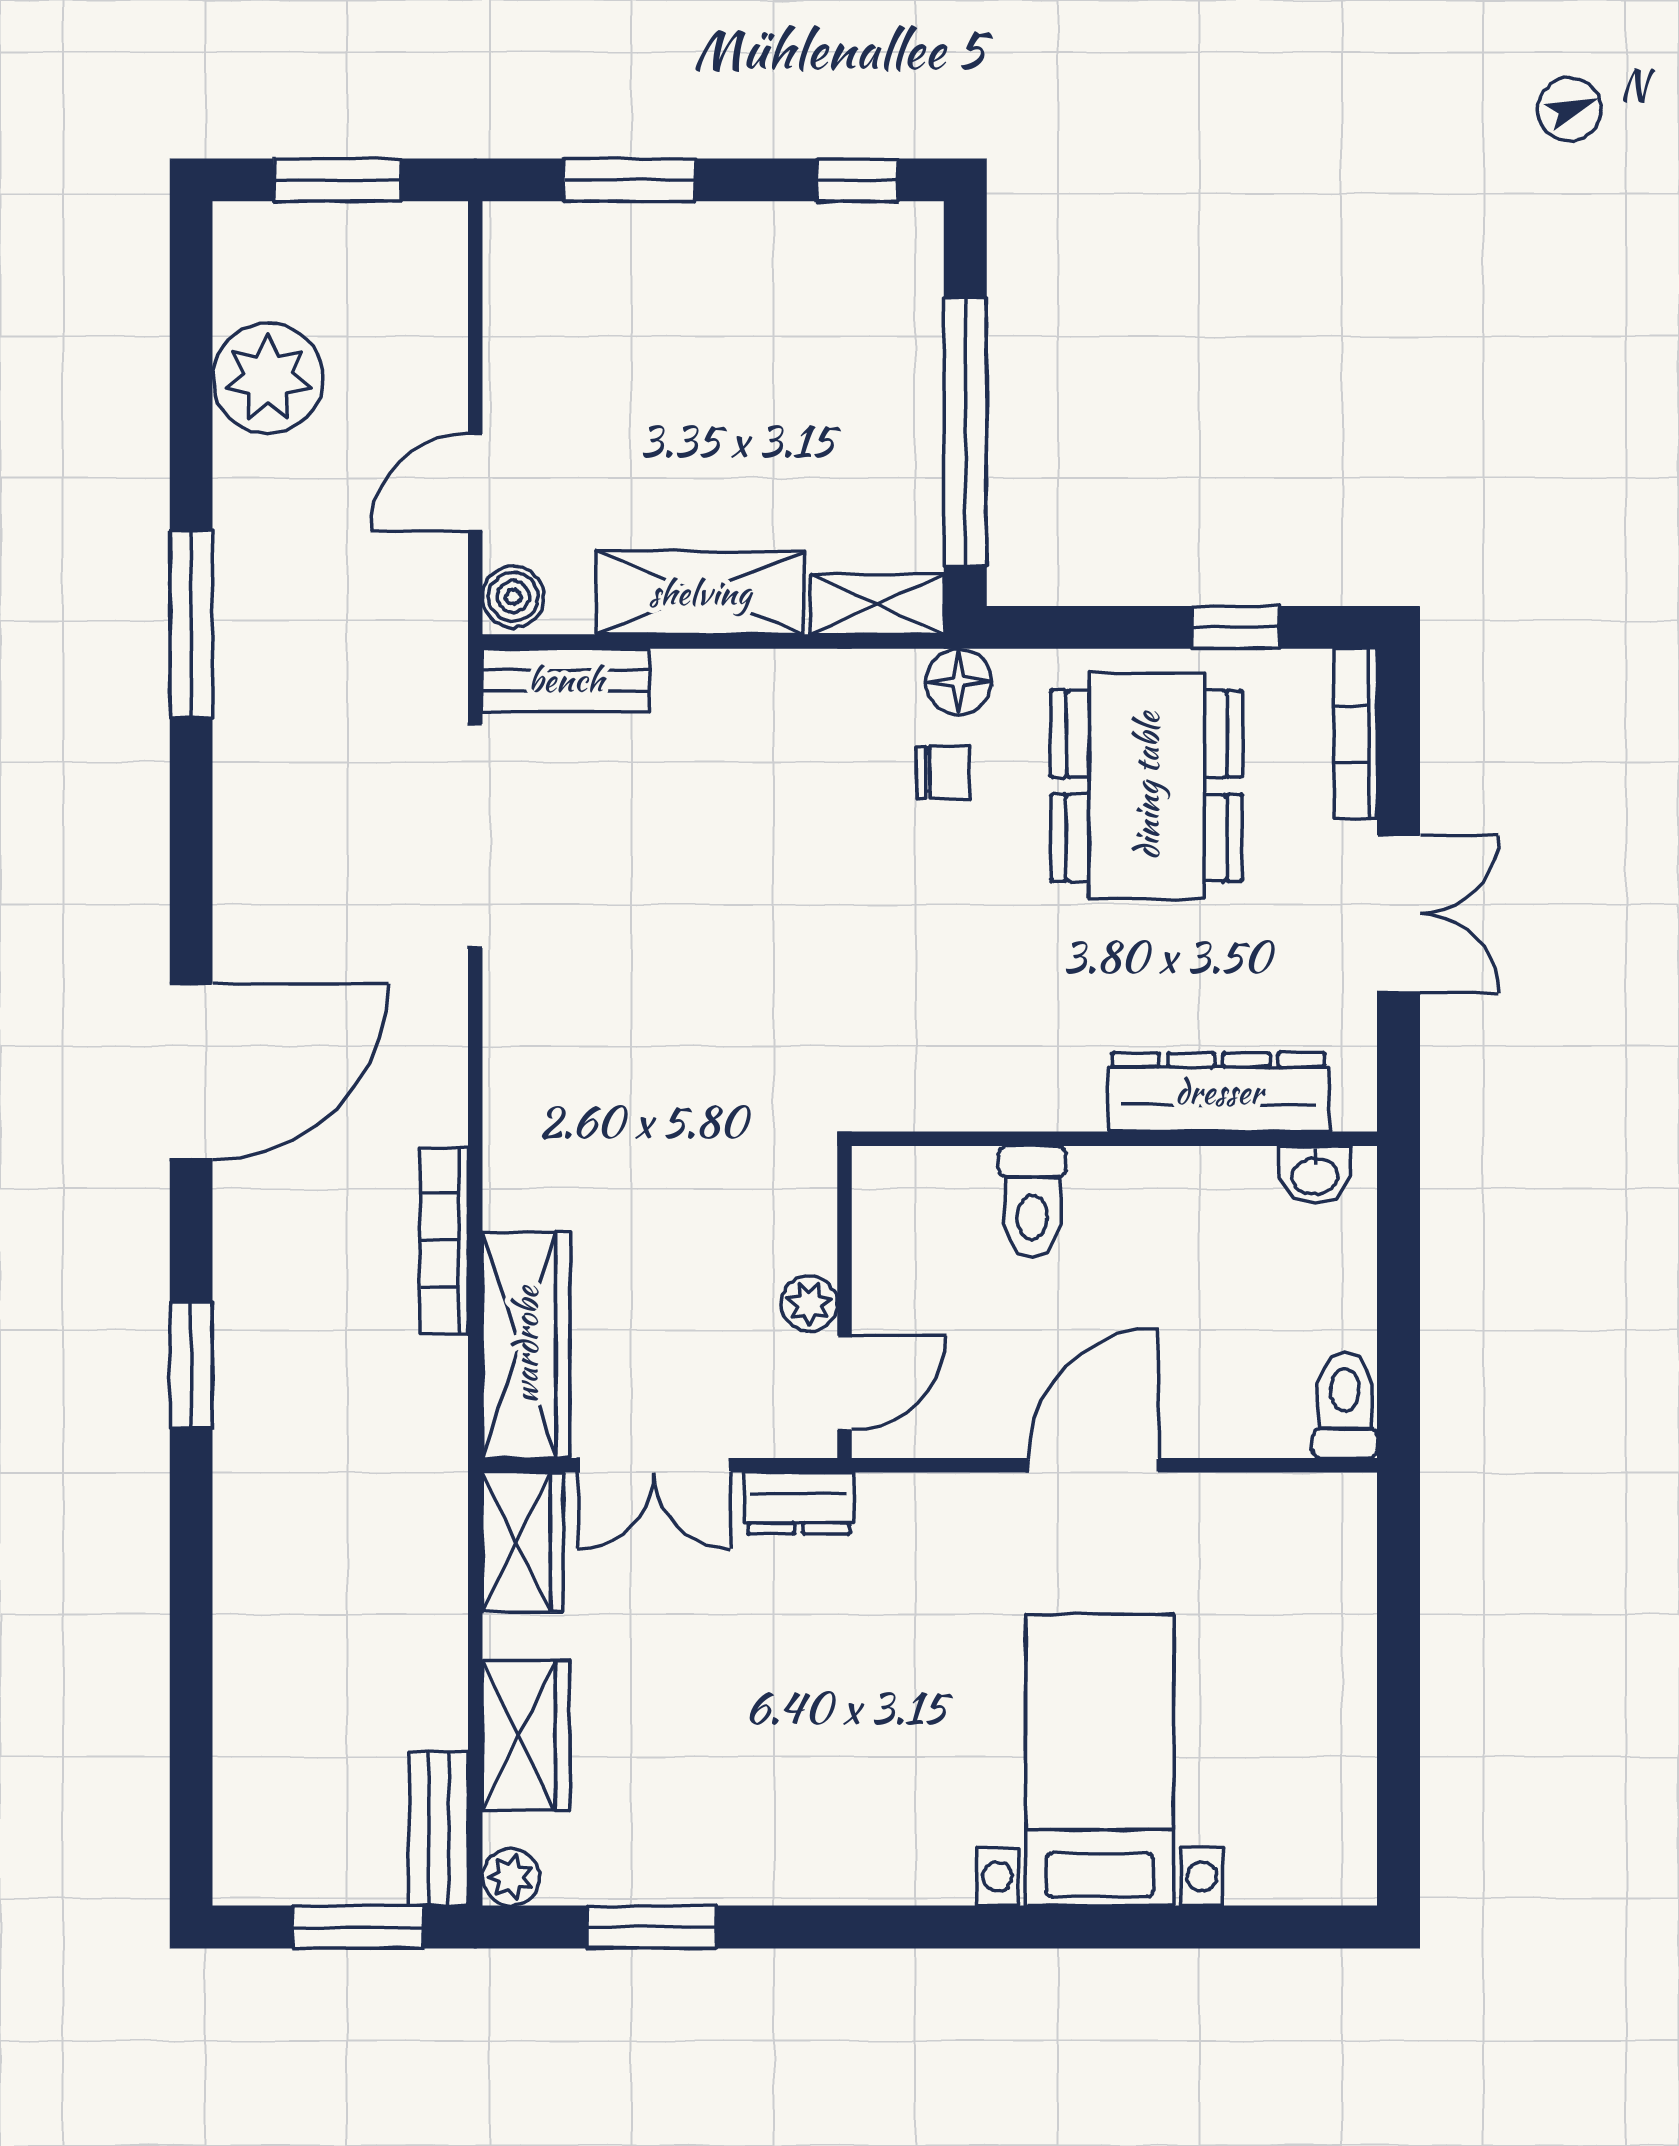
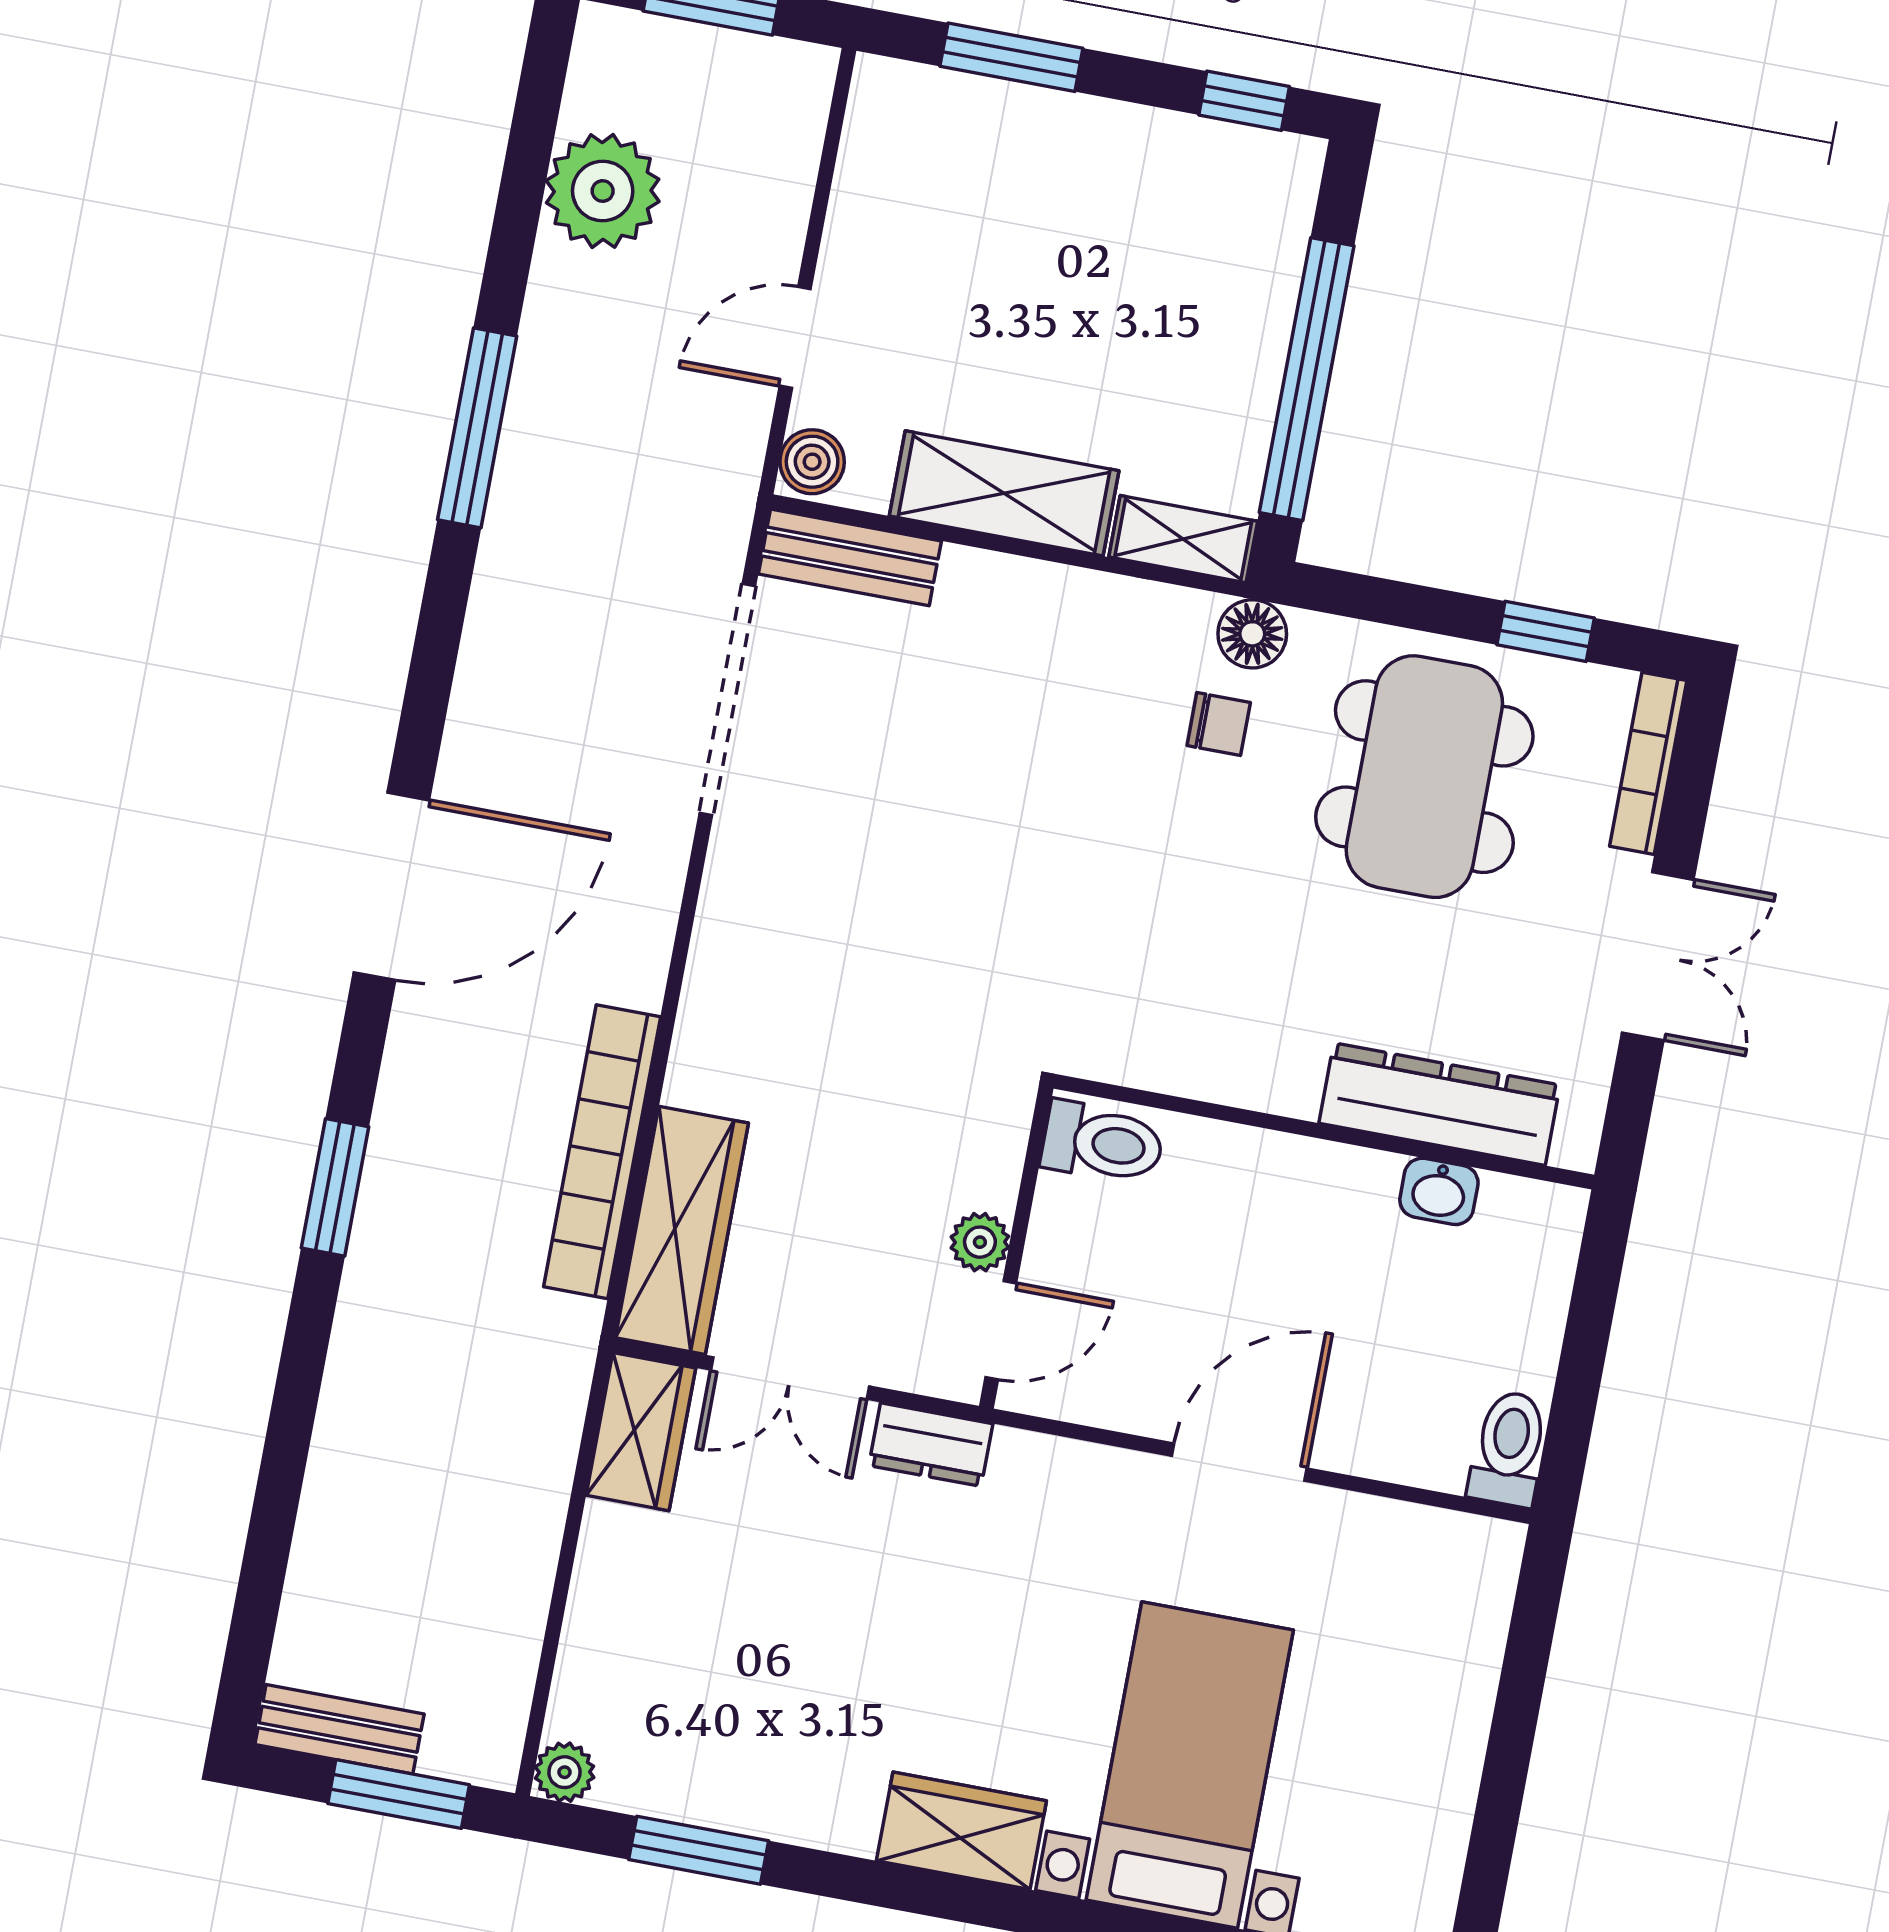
washbasin: (1315, 1175) -> (1439, 1191), moved
toilet: (1032, 1202) -> (1103, 1143), moved, turned -90
bookcase: (444, 1240) -> (602, 1152), width x1.48, depth x1.31
wardrobe: (526, 1736) -> (961, 1831), moved, turned -90
bench: (439, 1829) -> (339, 1729), moved, turned 90

